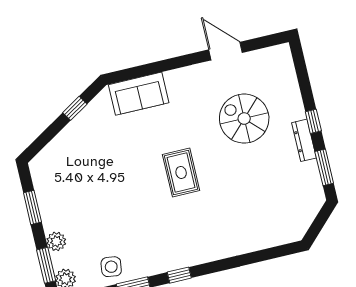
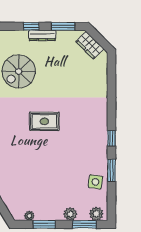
plant: (40, 183) -> (29, 216), added
wardrobe: (306, 212) -> (90, 45), added

